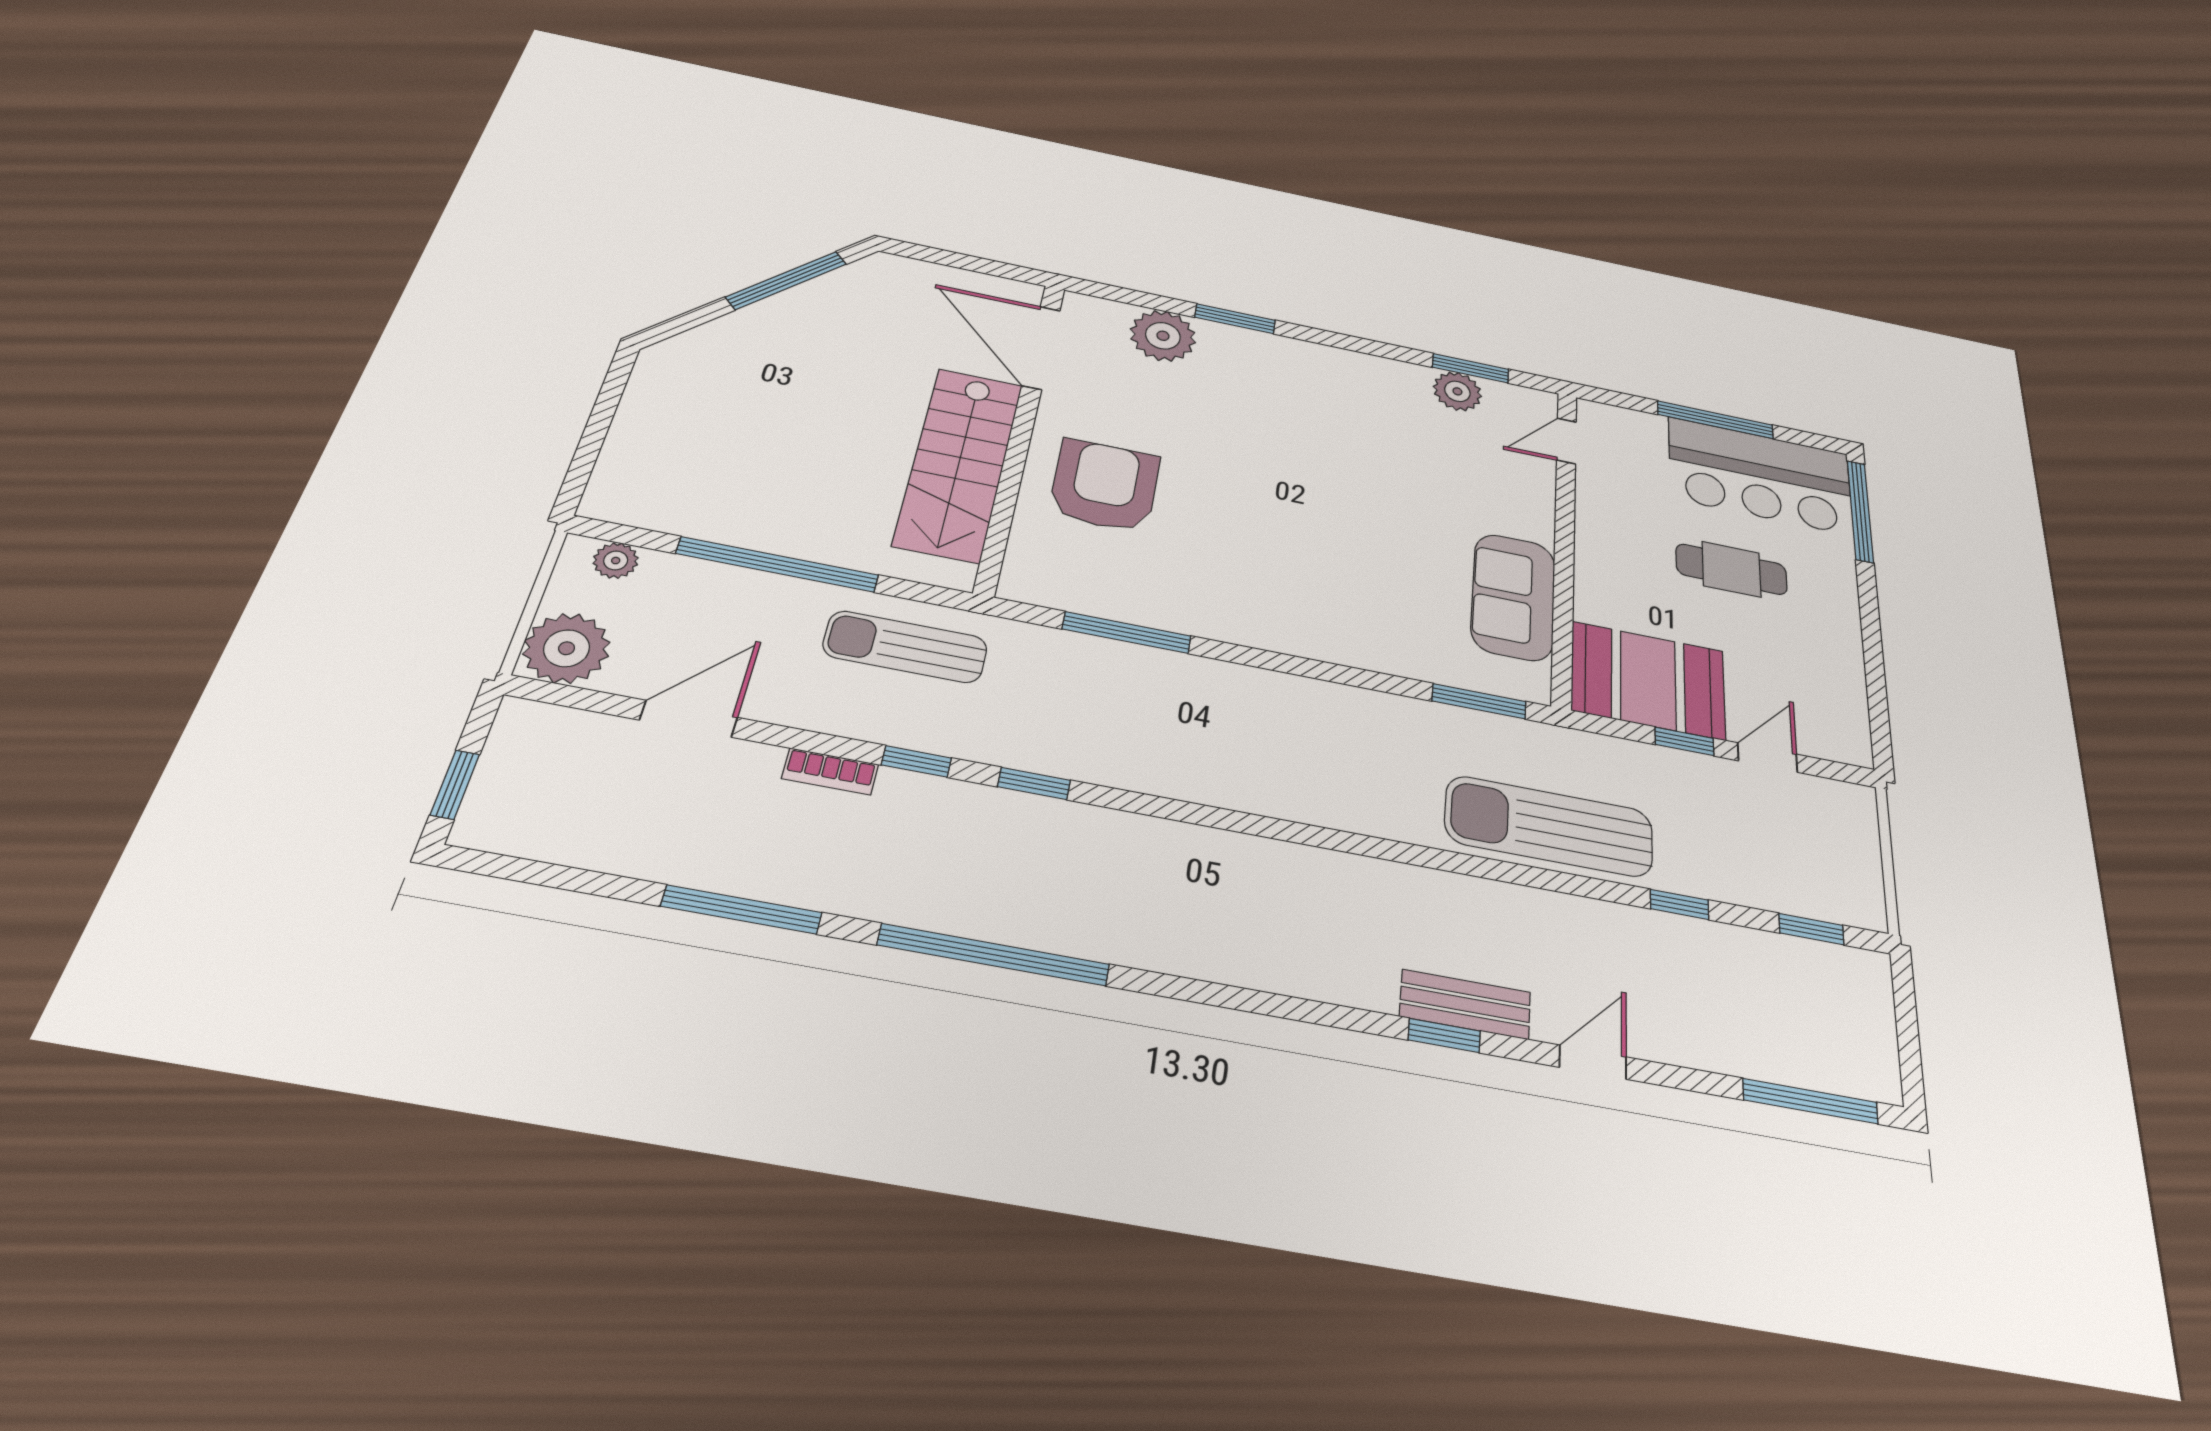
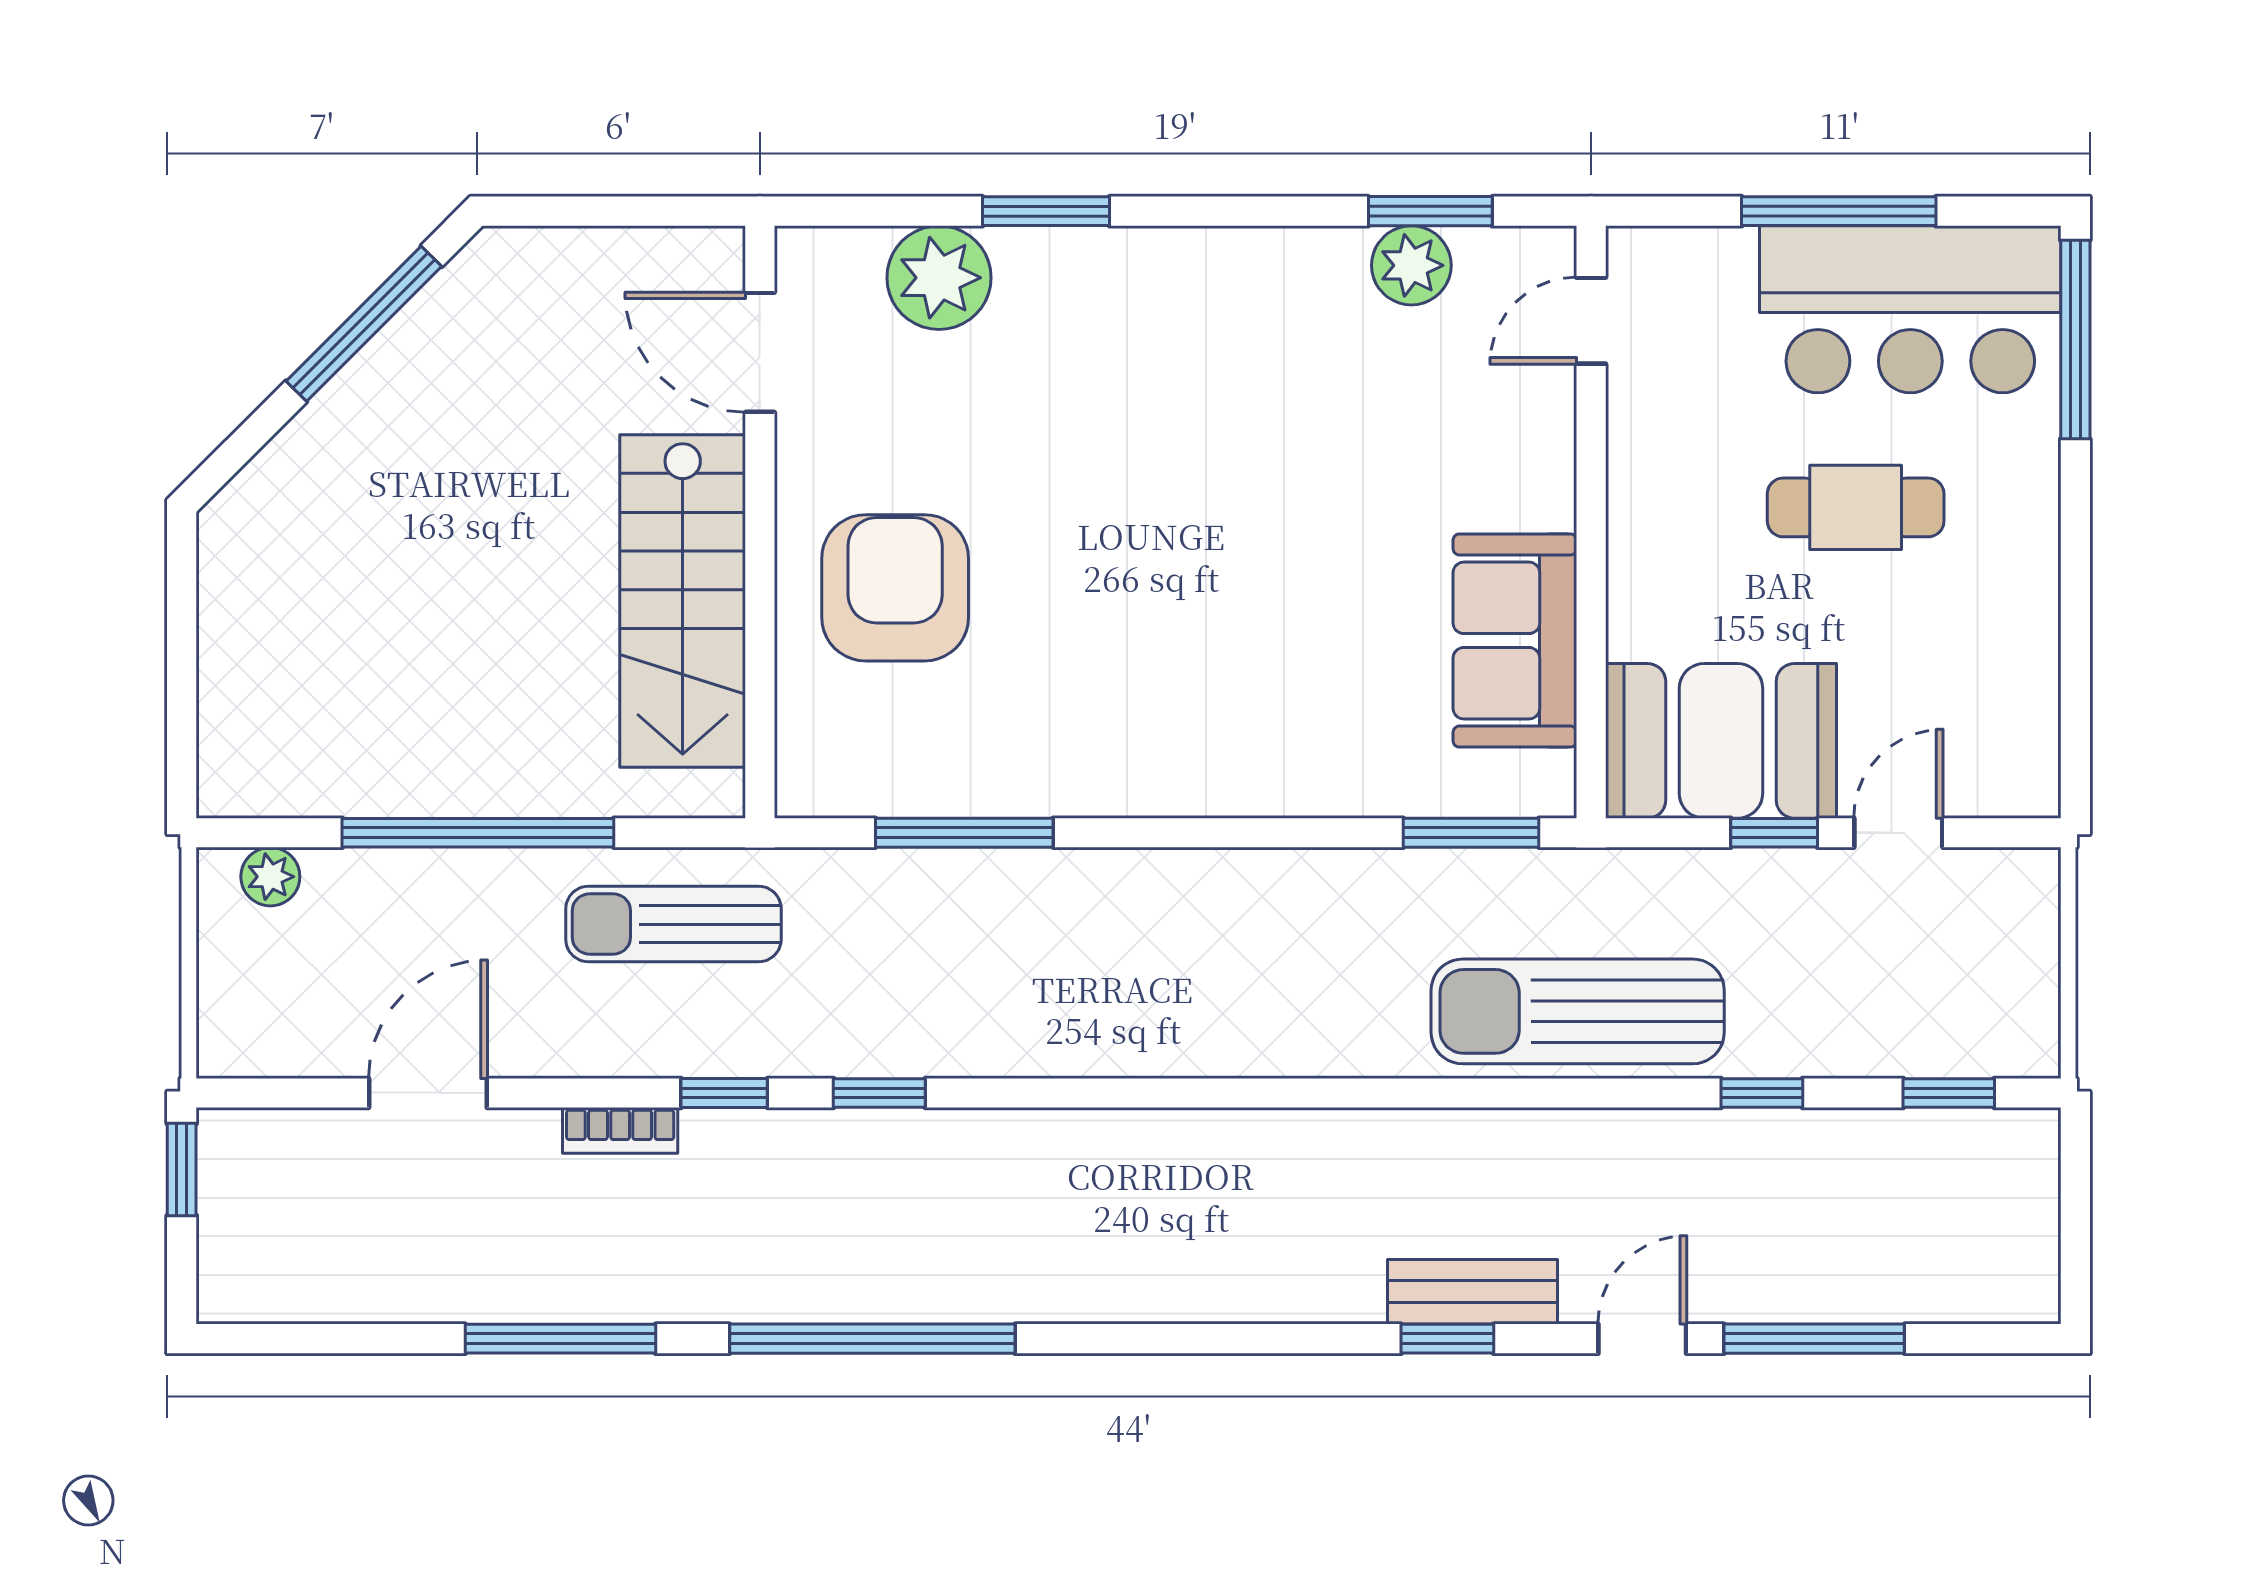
door: (1041, 348) -> (760, 352), width x0.73
plant: (567, 648) -> (250, 1024), removed
window: (455, 785) -> (182, 1170), moved
window: (1810, 1101) -> (1814, 1339), moved

